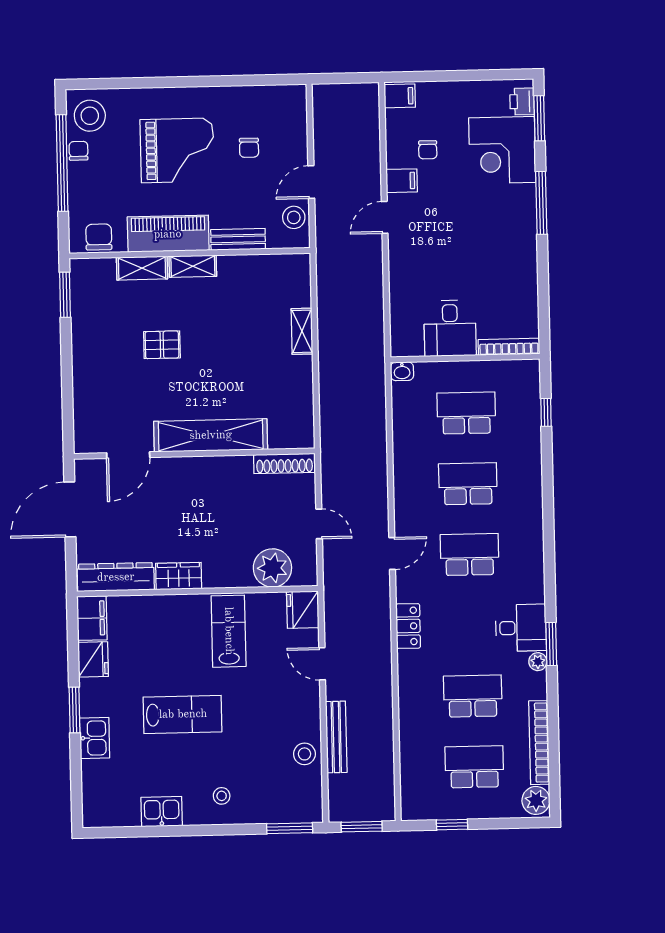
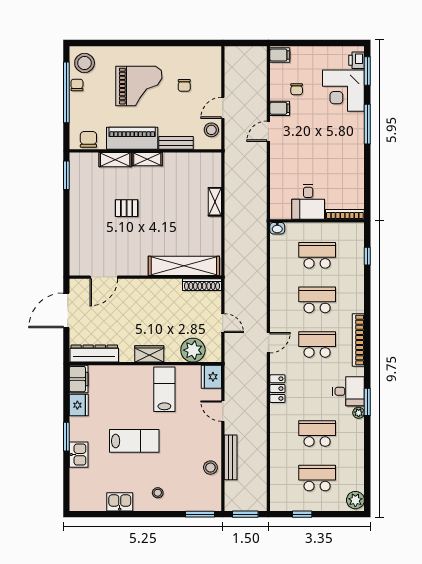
shelving: (211, 435) -> (184, 266), moved
wardrobe: (179, 576) -> (149, 354), moved
bookcase: (539, 743) -> (358, 340), moved

